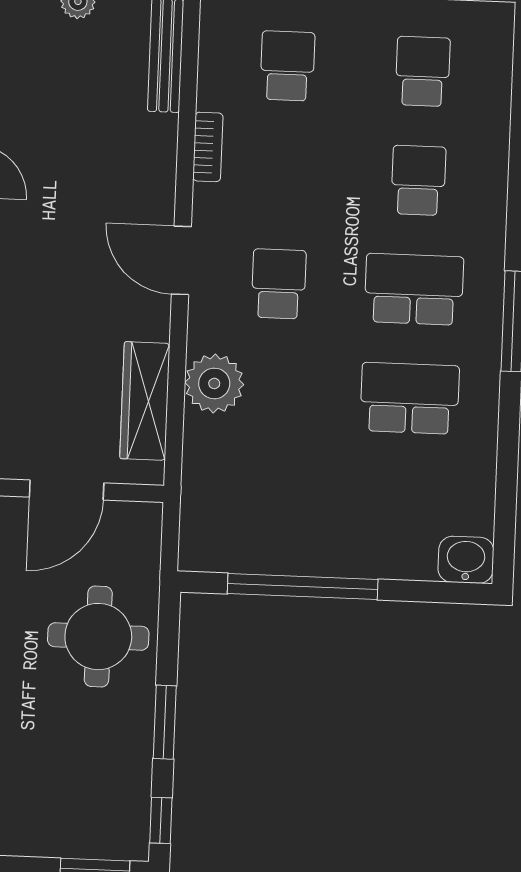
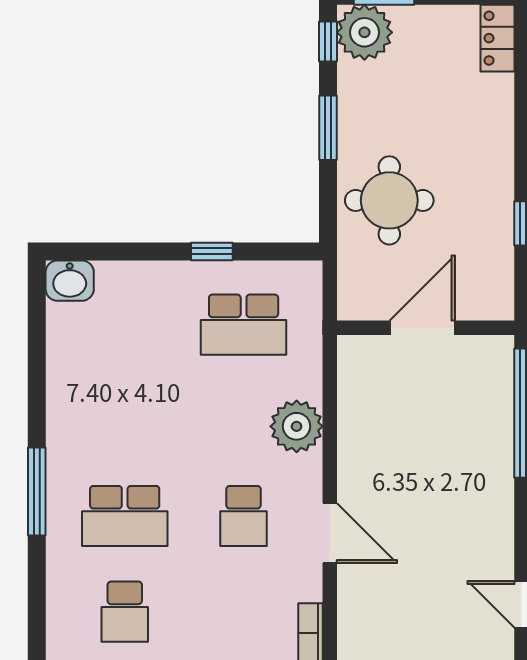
school desk: (410, 398) -> (244, 325), moved
wardrobe: (145, 401) -> (357, 409), removed
window: (303, 587) -> (212, 251), width x0.32
plant: (119, 829) -> (364, 32), added

